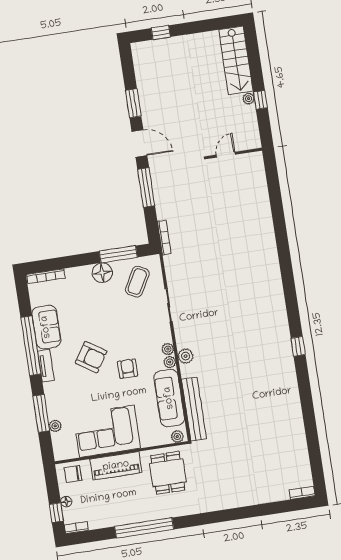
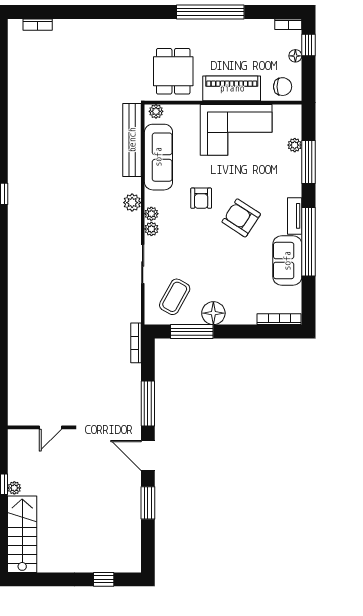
plant: (170, 362) -> (151, 229), moved
bookcase: (302, 493) -> (38, 25), moved

